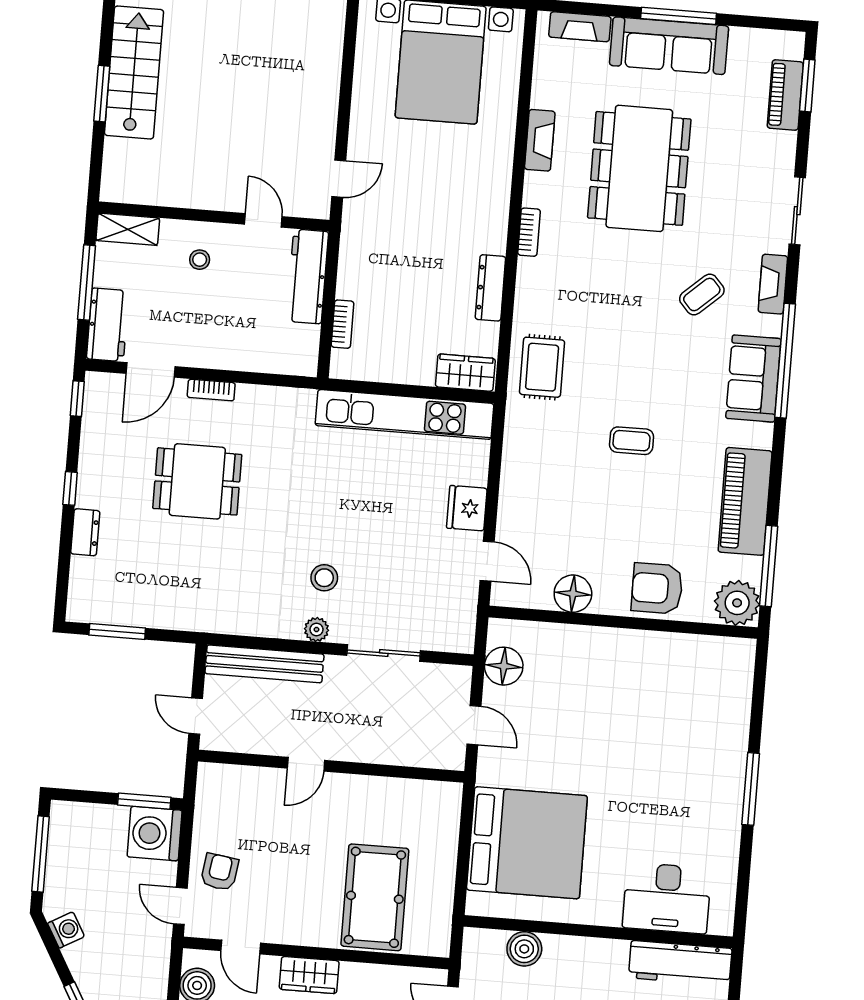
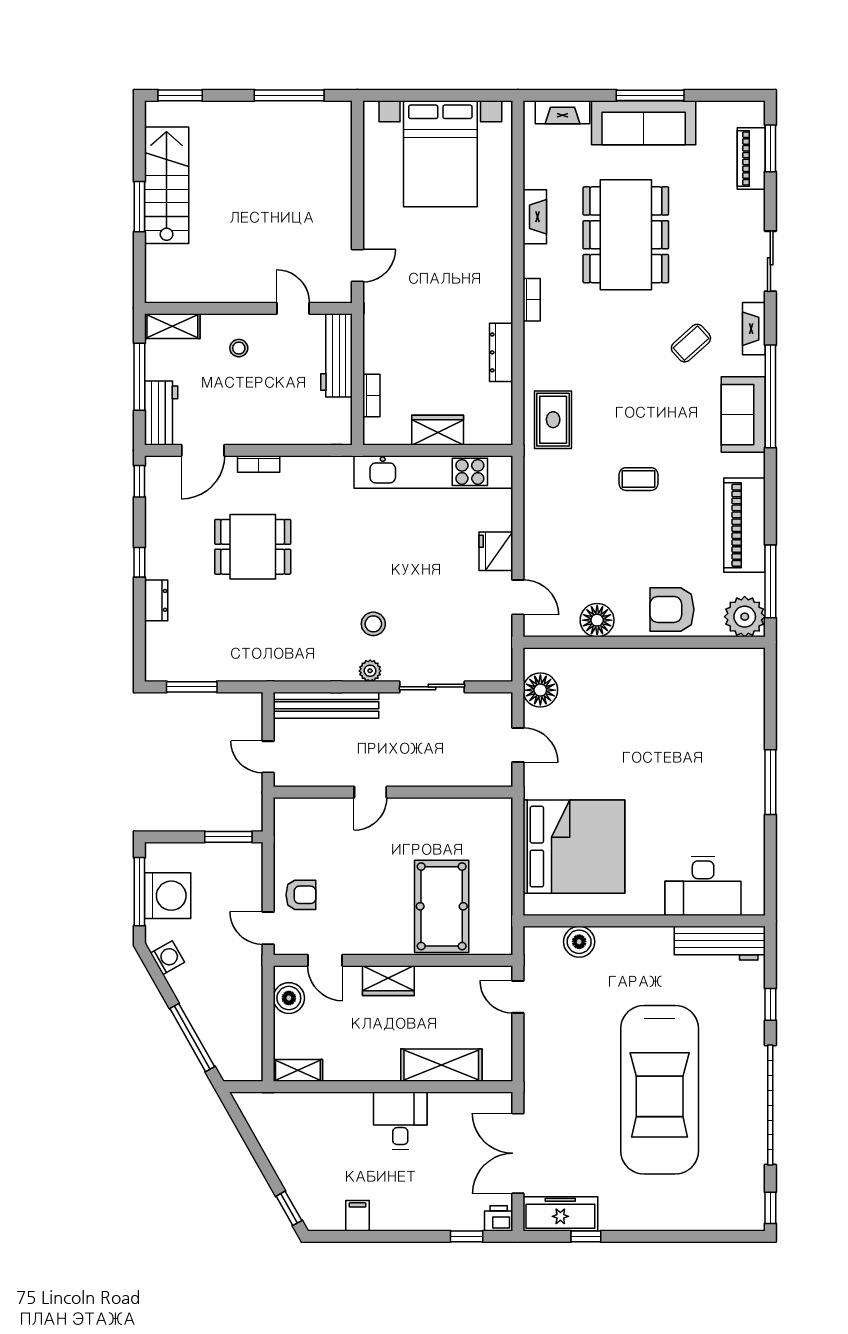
wardrobe: (465, 373) -> (438, 430), moved
washing machine: (155, 834) -> (168, 896), moved, turned 180
armchair: (220, 872) -> (301, 895), turned 82

